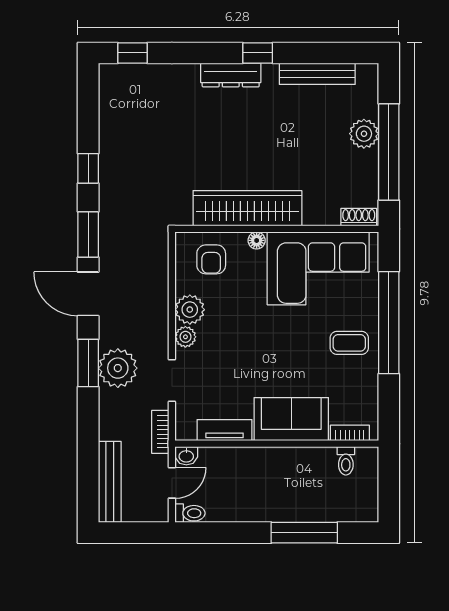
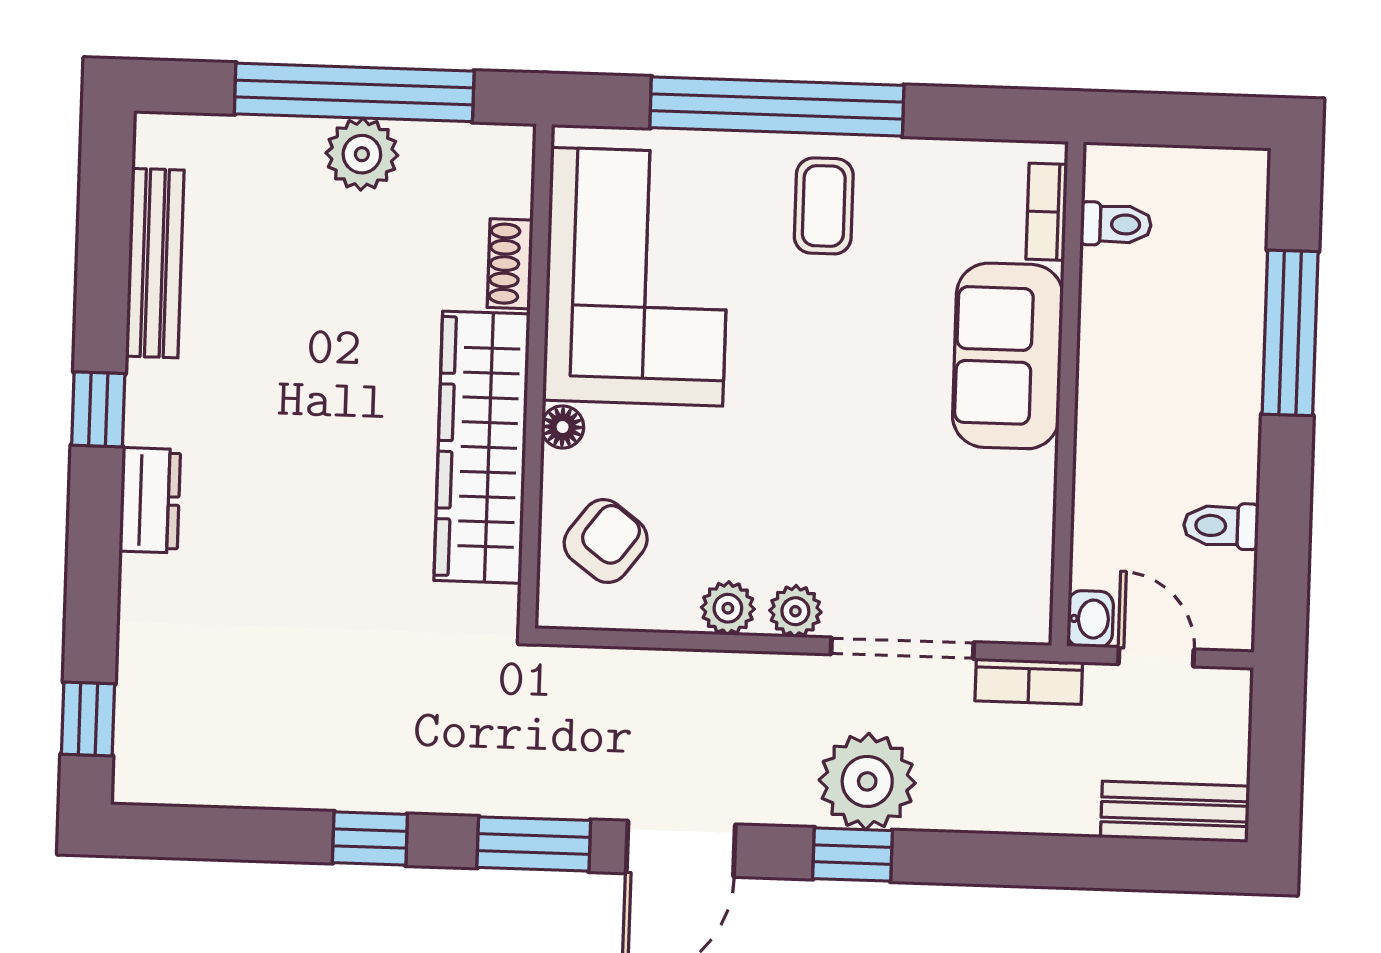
dresser: (231, 75) -> (150, 500), width x0.70
plant: (364, 134) -> (362, 154), moved
shoe rack: (359, 217) -> (510, 264), moved
armchair: (211, 259) -> (606, 541), turned -53
plant: (190, 310) -> (728, 608), width x0.73, depth x0.73
window: (88, 363) -> (852, 855), width x0.67
doorway: (172, 381) -> (902, 648), width x1.38
tv unit: (225, 430) -> (1030, 522), removed
bench: (110, 482) -> (1175, 812), width x0.73
toilet: (190, 513) -> (1221, 526), moved, turned -90

